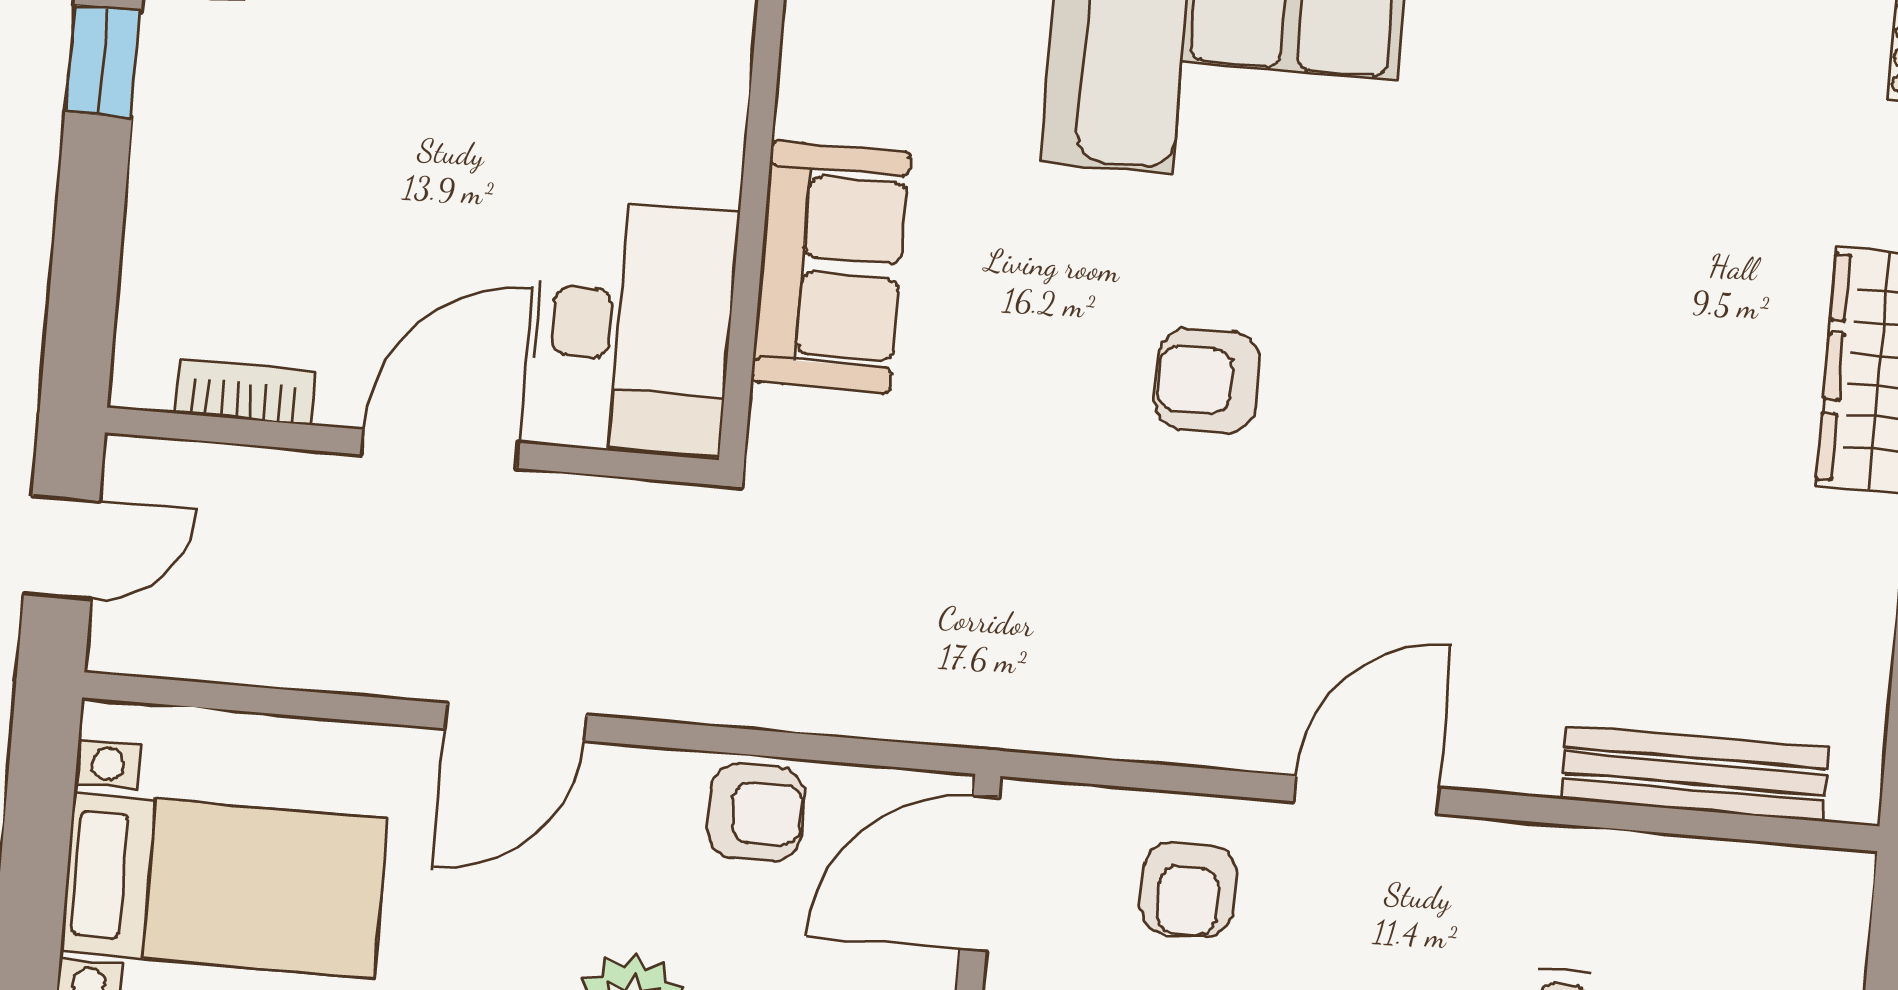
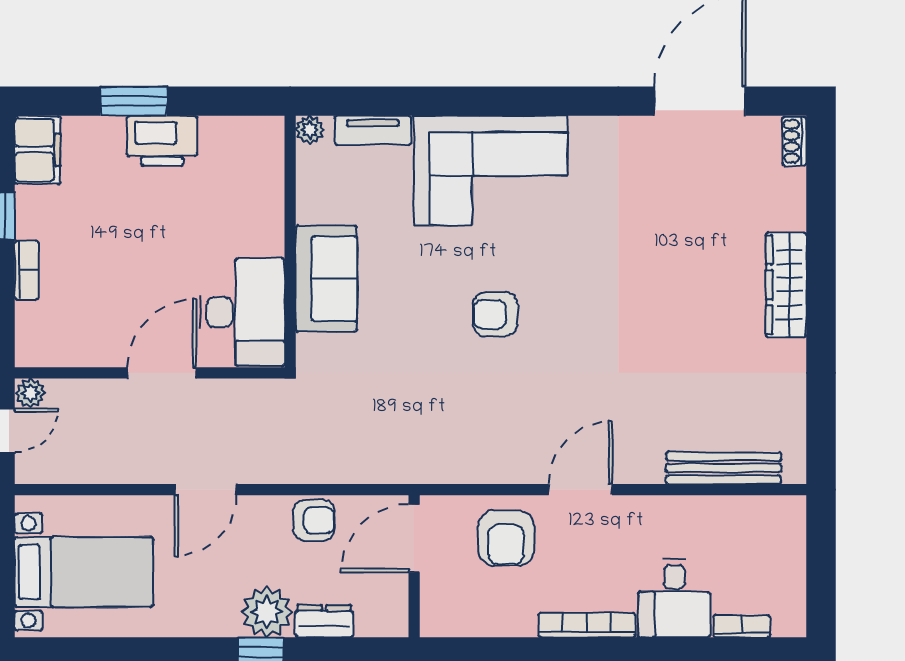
bookcase: (245, 392) -> (27, 270), moved, turned 90
plant: (138, 469) -> (31, 393), added
armchair: (1188, 890) -> (506, 538), width x1.38, depth x1.38

